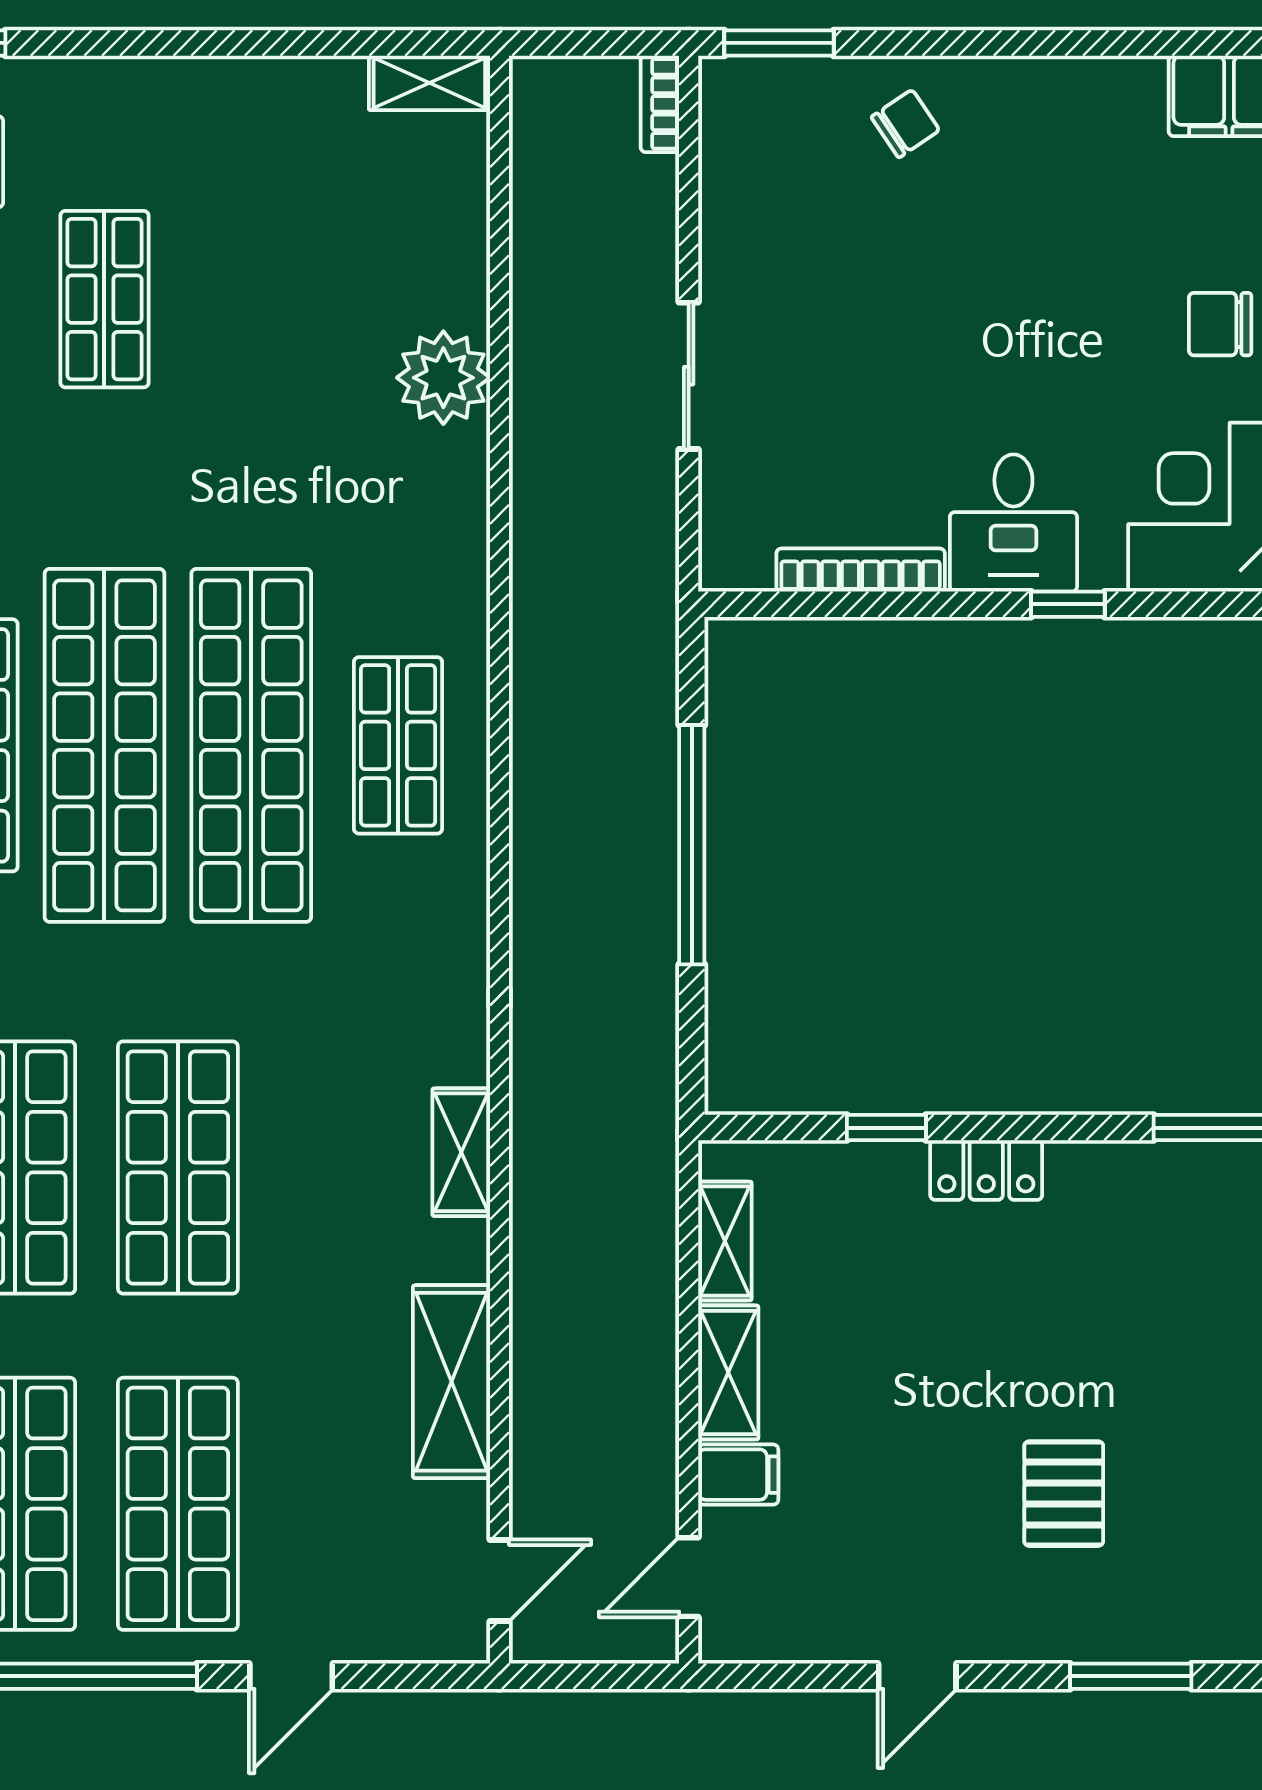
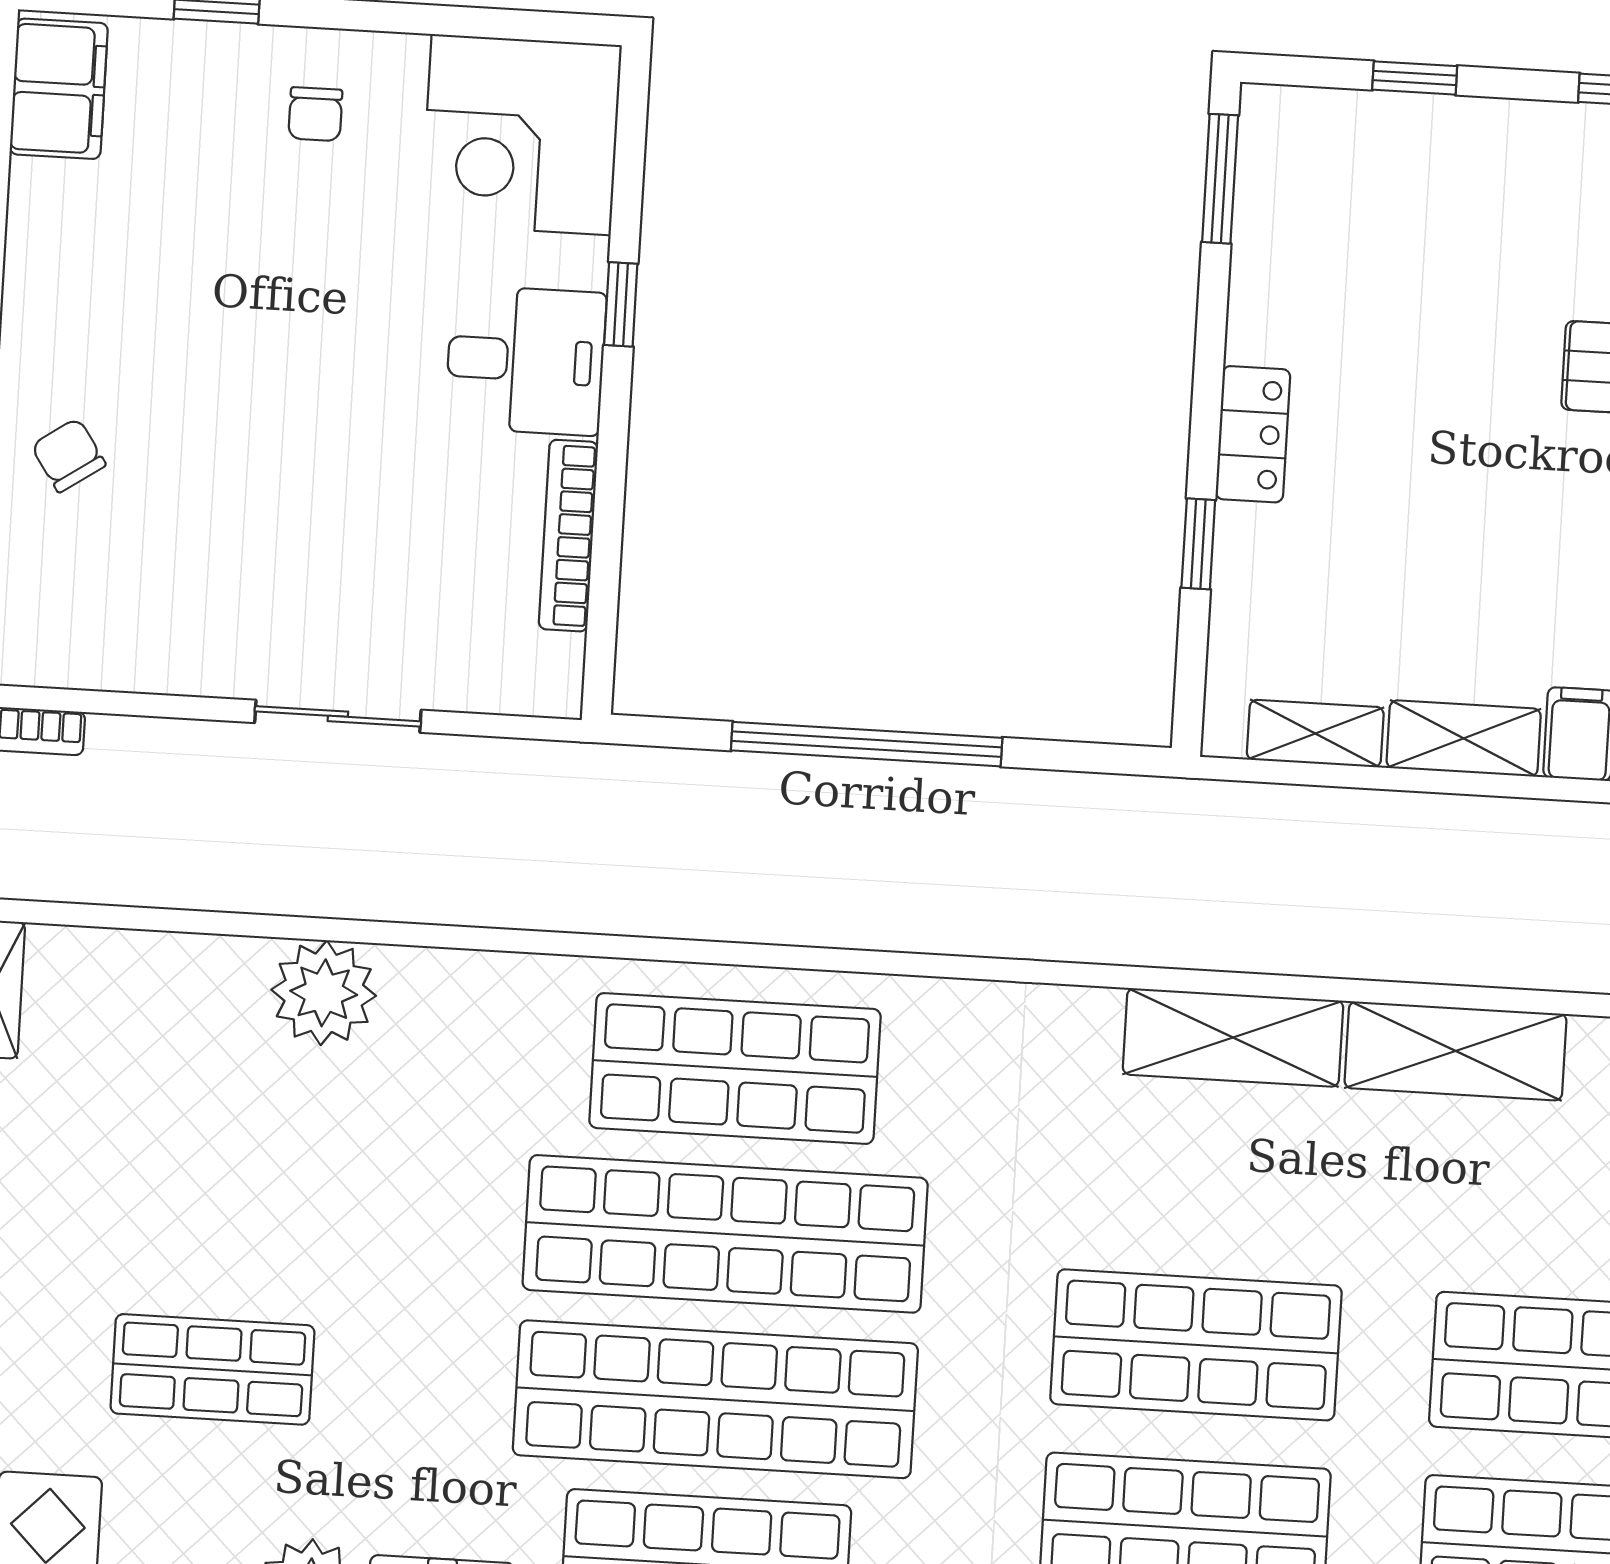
chair: (1220, 324) -> (315, 114), width x0.73, depth x0.73
shop shelf: (398, 745) -> (735, 1068), width x1.43, depth x1.36
shelving: (461, 1152) -> (1233, 1037), width x1.50, depth x1.33

